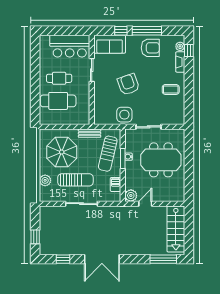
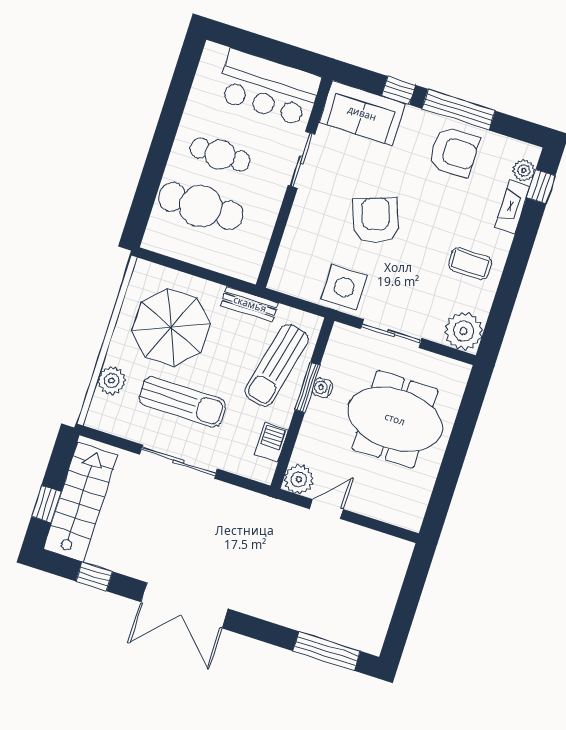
plant: (177, 117) -> (464, 331), added
stairs: (176, 229) -> (80, 502), moved, turned 180

